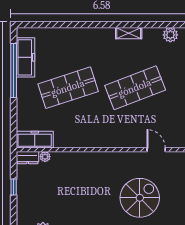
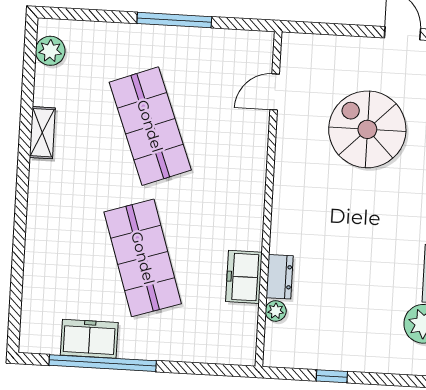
freezer: (26, 57) -> (89, 339), width x0.71
freezer: (35, 140) -> (244, 277), moved, width x0.71
dresser: (28, 158) -> (280, 277), moved

